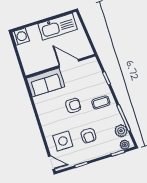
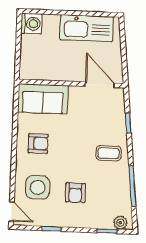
door: (69, 63) -> (100, 85), moved
armchair: (73, 105) -> (38, 143), moved
plant: (121, 131) -> (122, 202), removed

